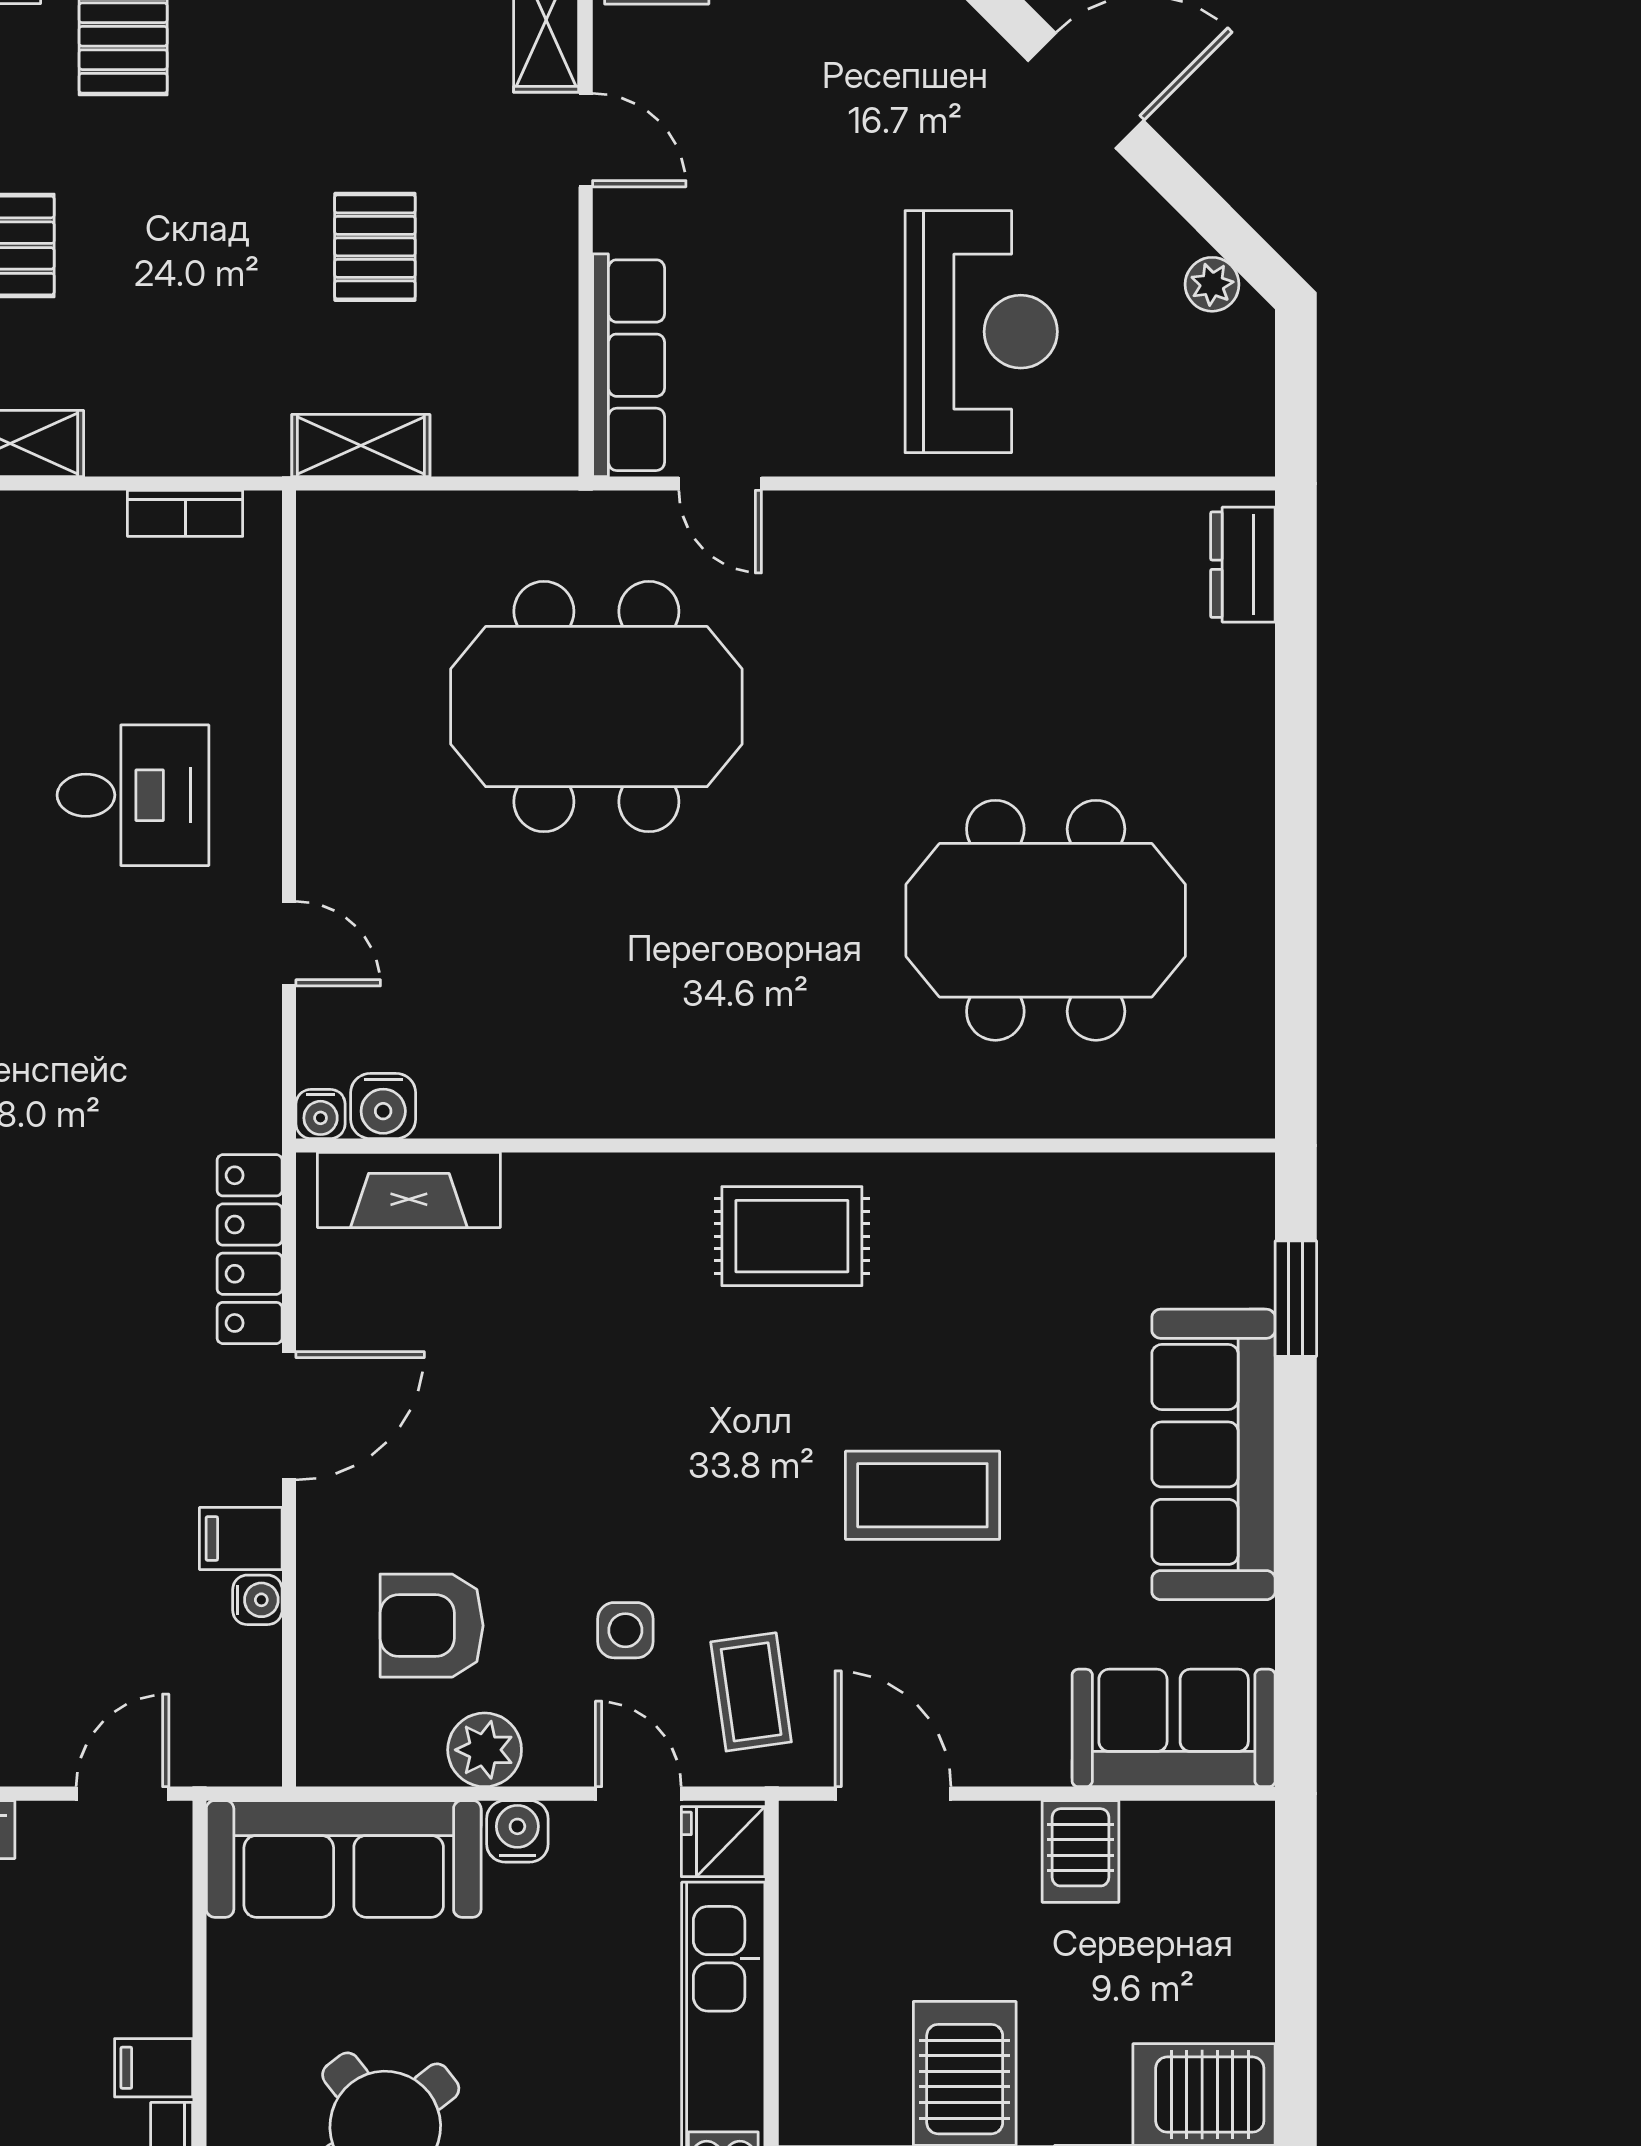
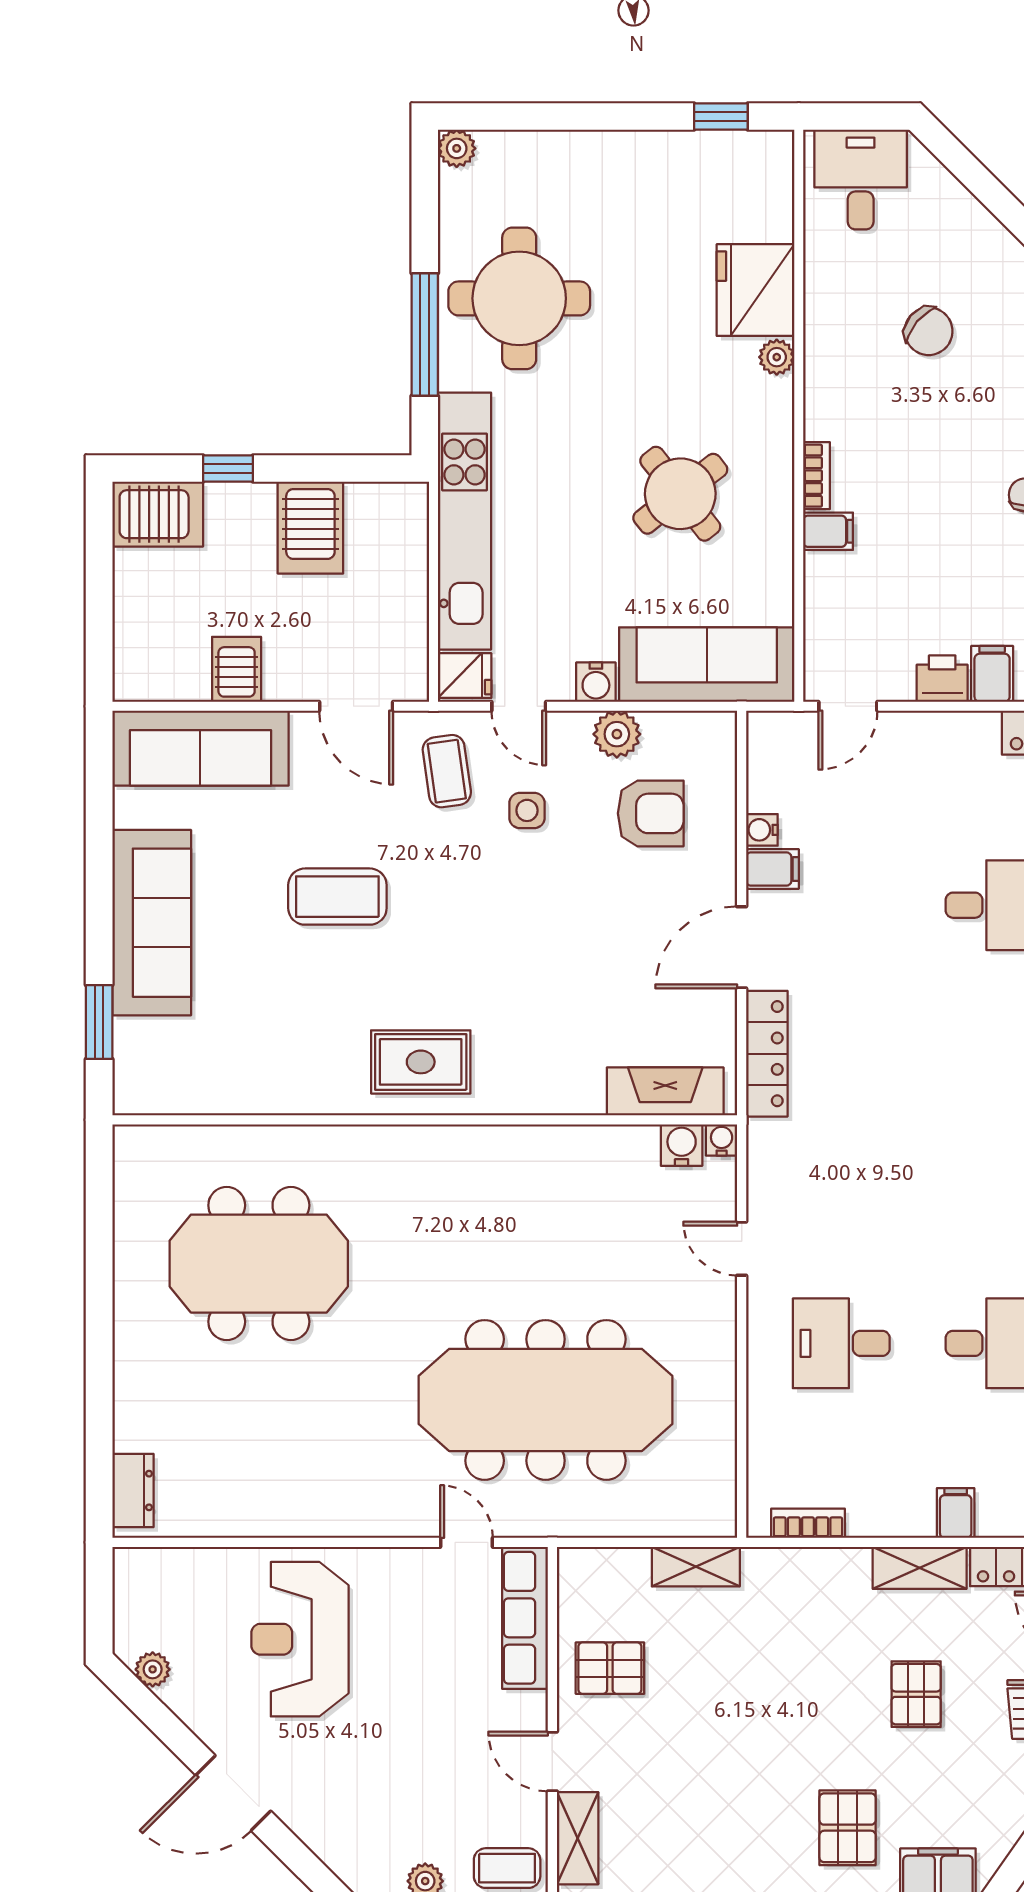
pallet: (375, 247) -> (610, 1668), moved, turned 90
meeting table: (596, 707) -> (546, 1400), width x1.36
sofa: (1174, 1728) -> (200, 748), width x1.36

